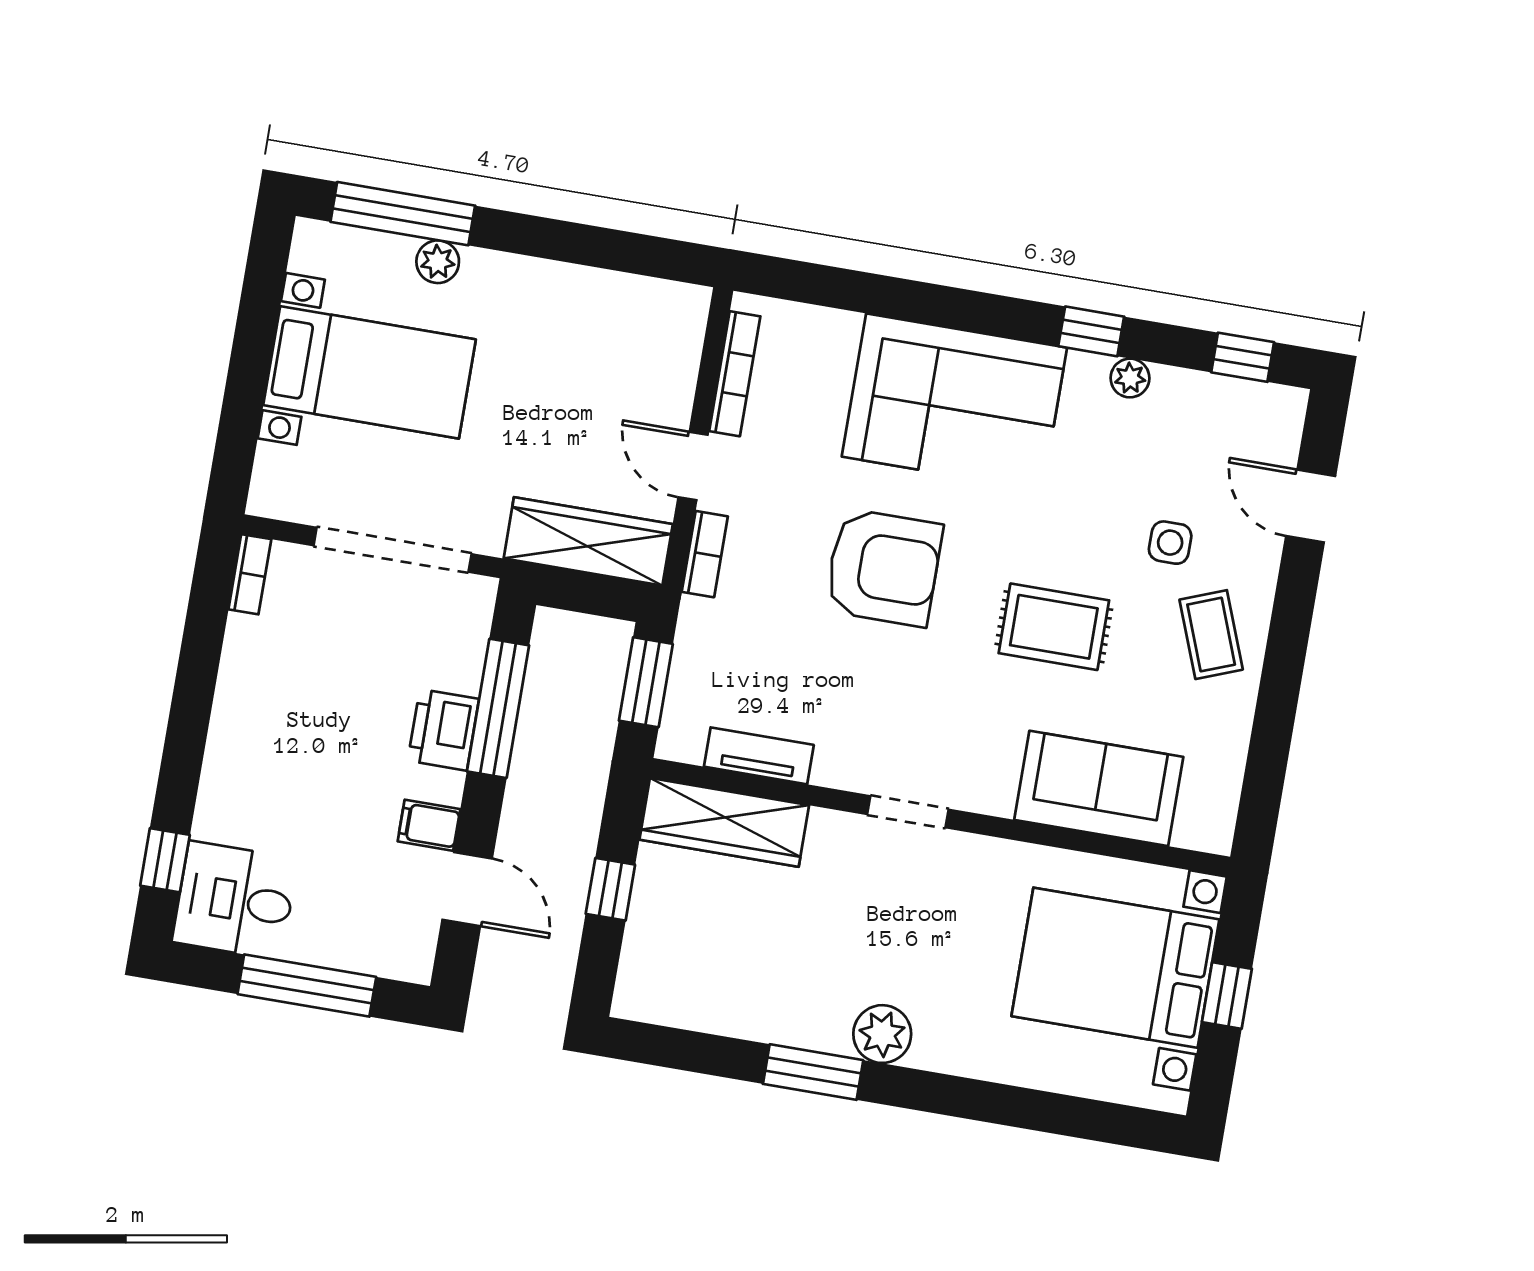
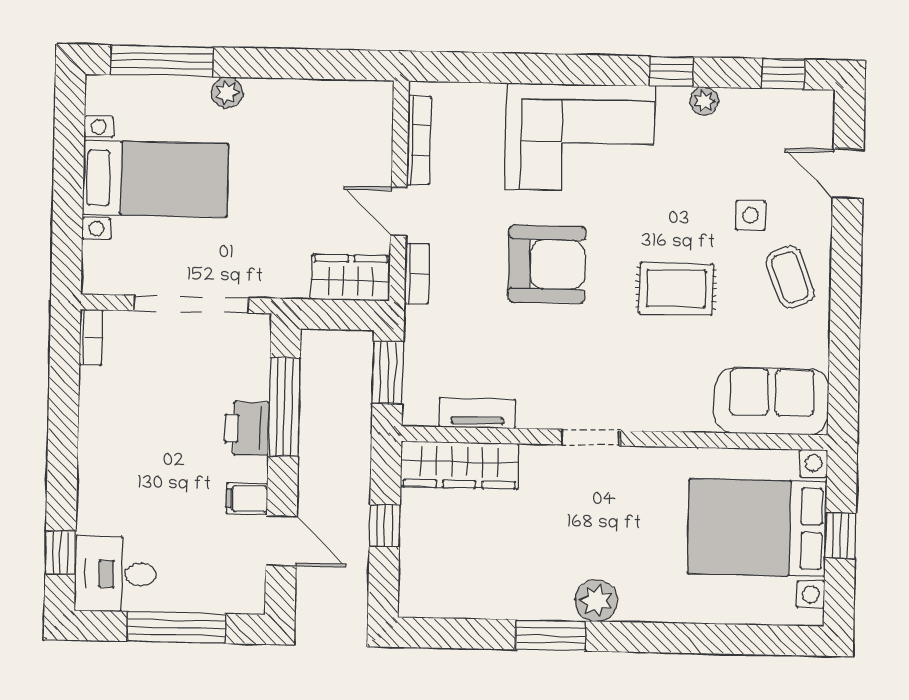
plant: (438, 262) -> (227, 92), moved
wardrobe: (588, 541) -> (351, 277), width x0.67
sofa: (1099, 788) -> (772, 401), moved

